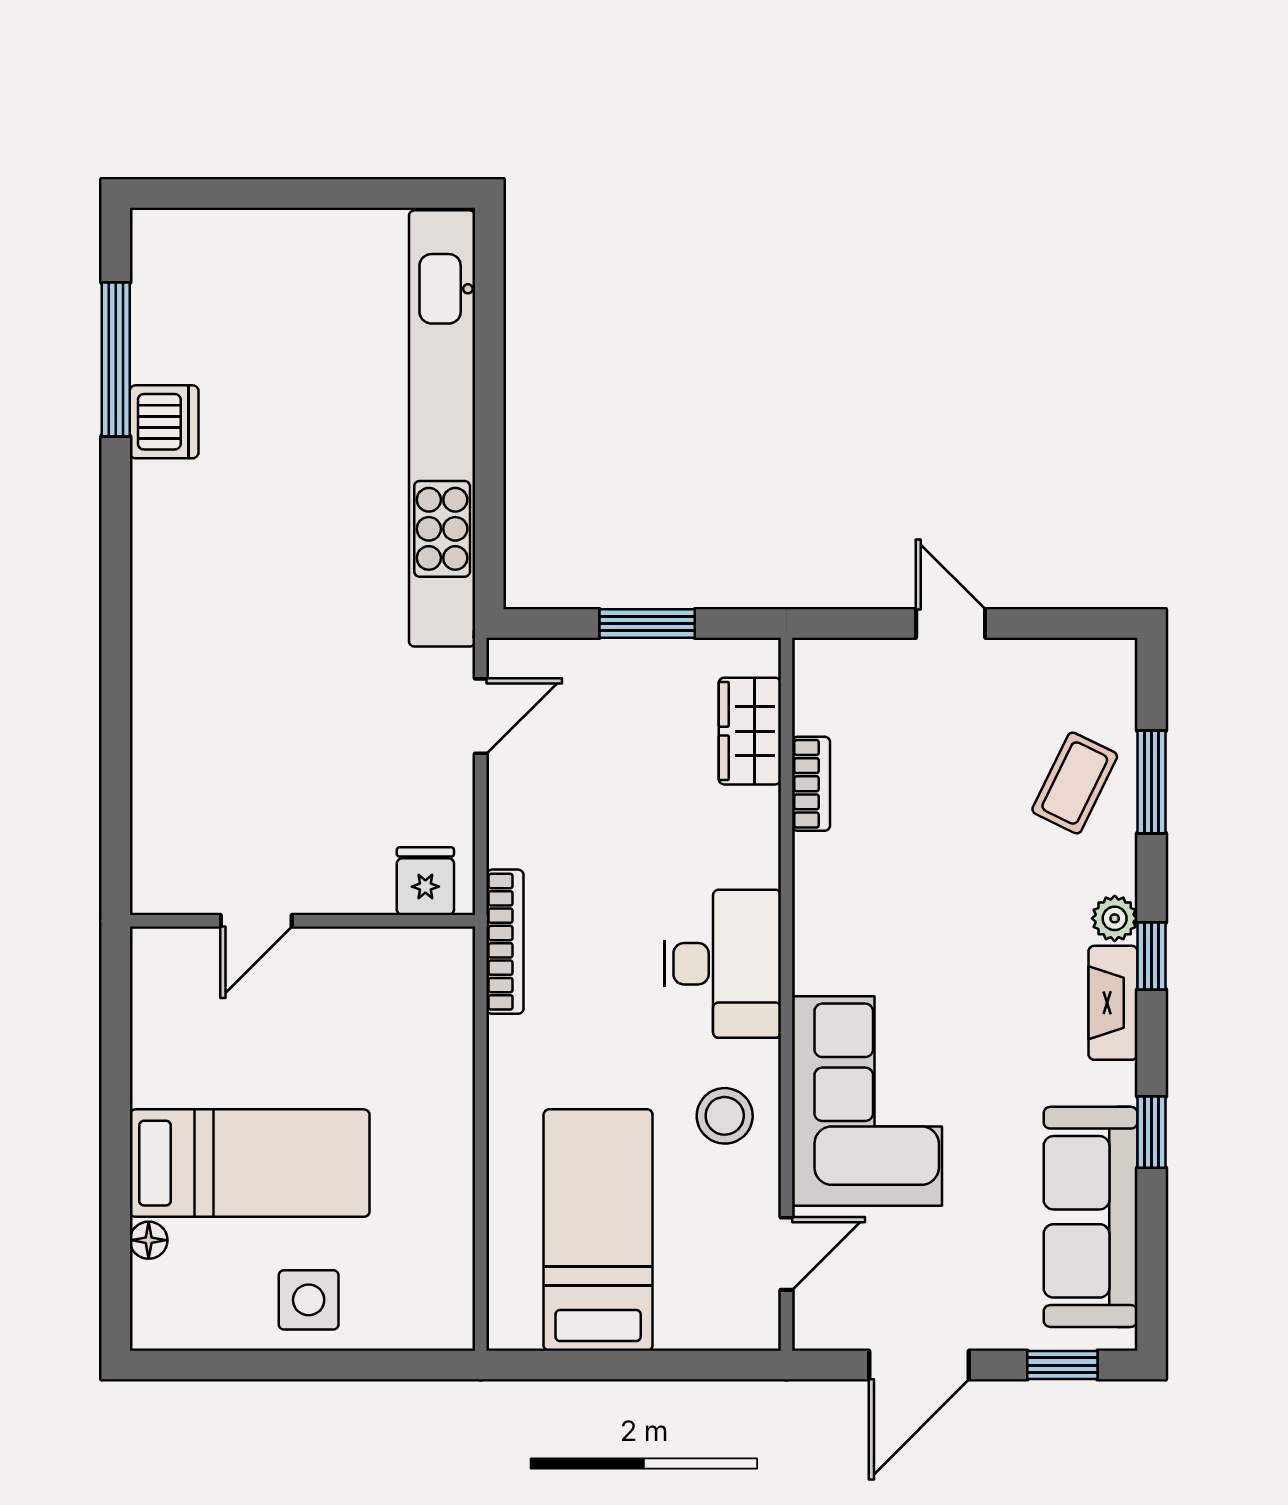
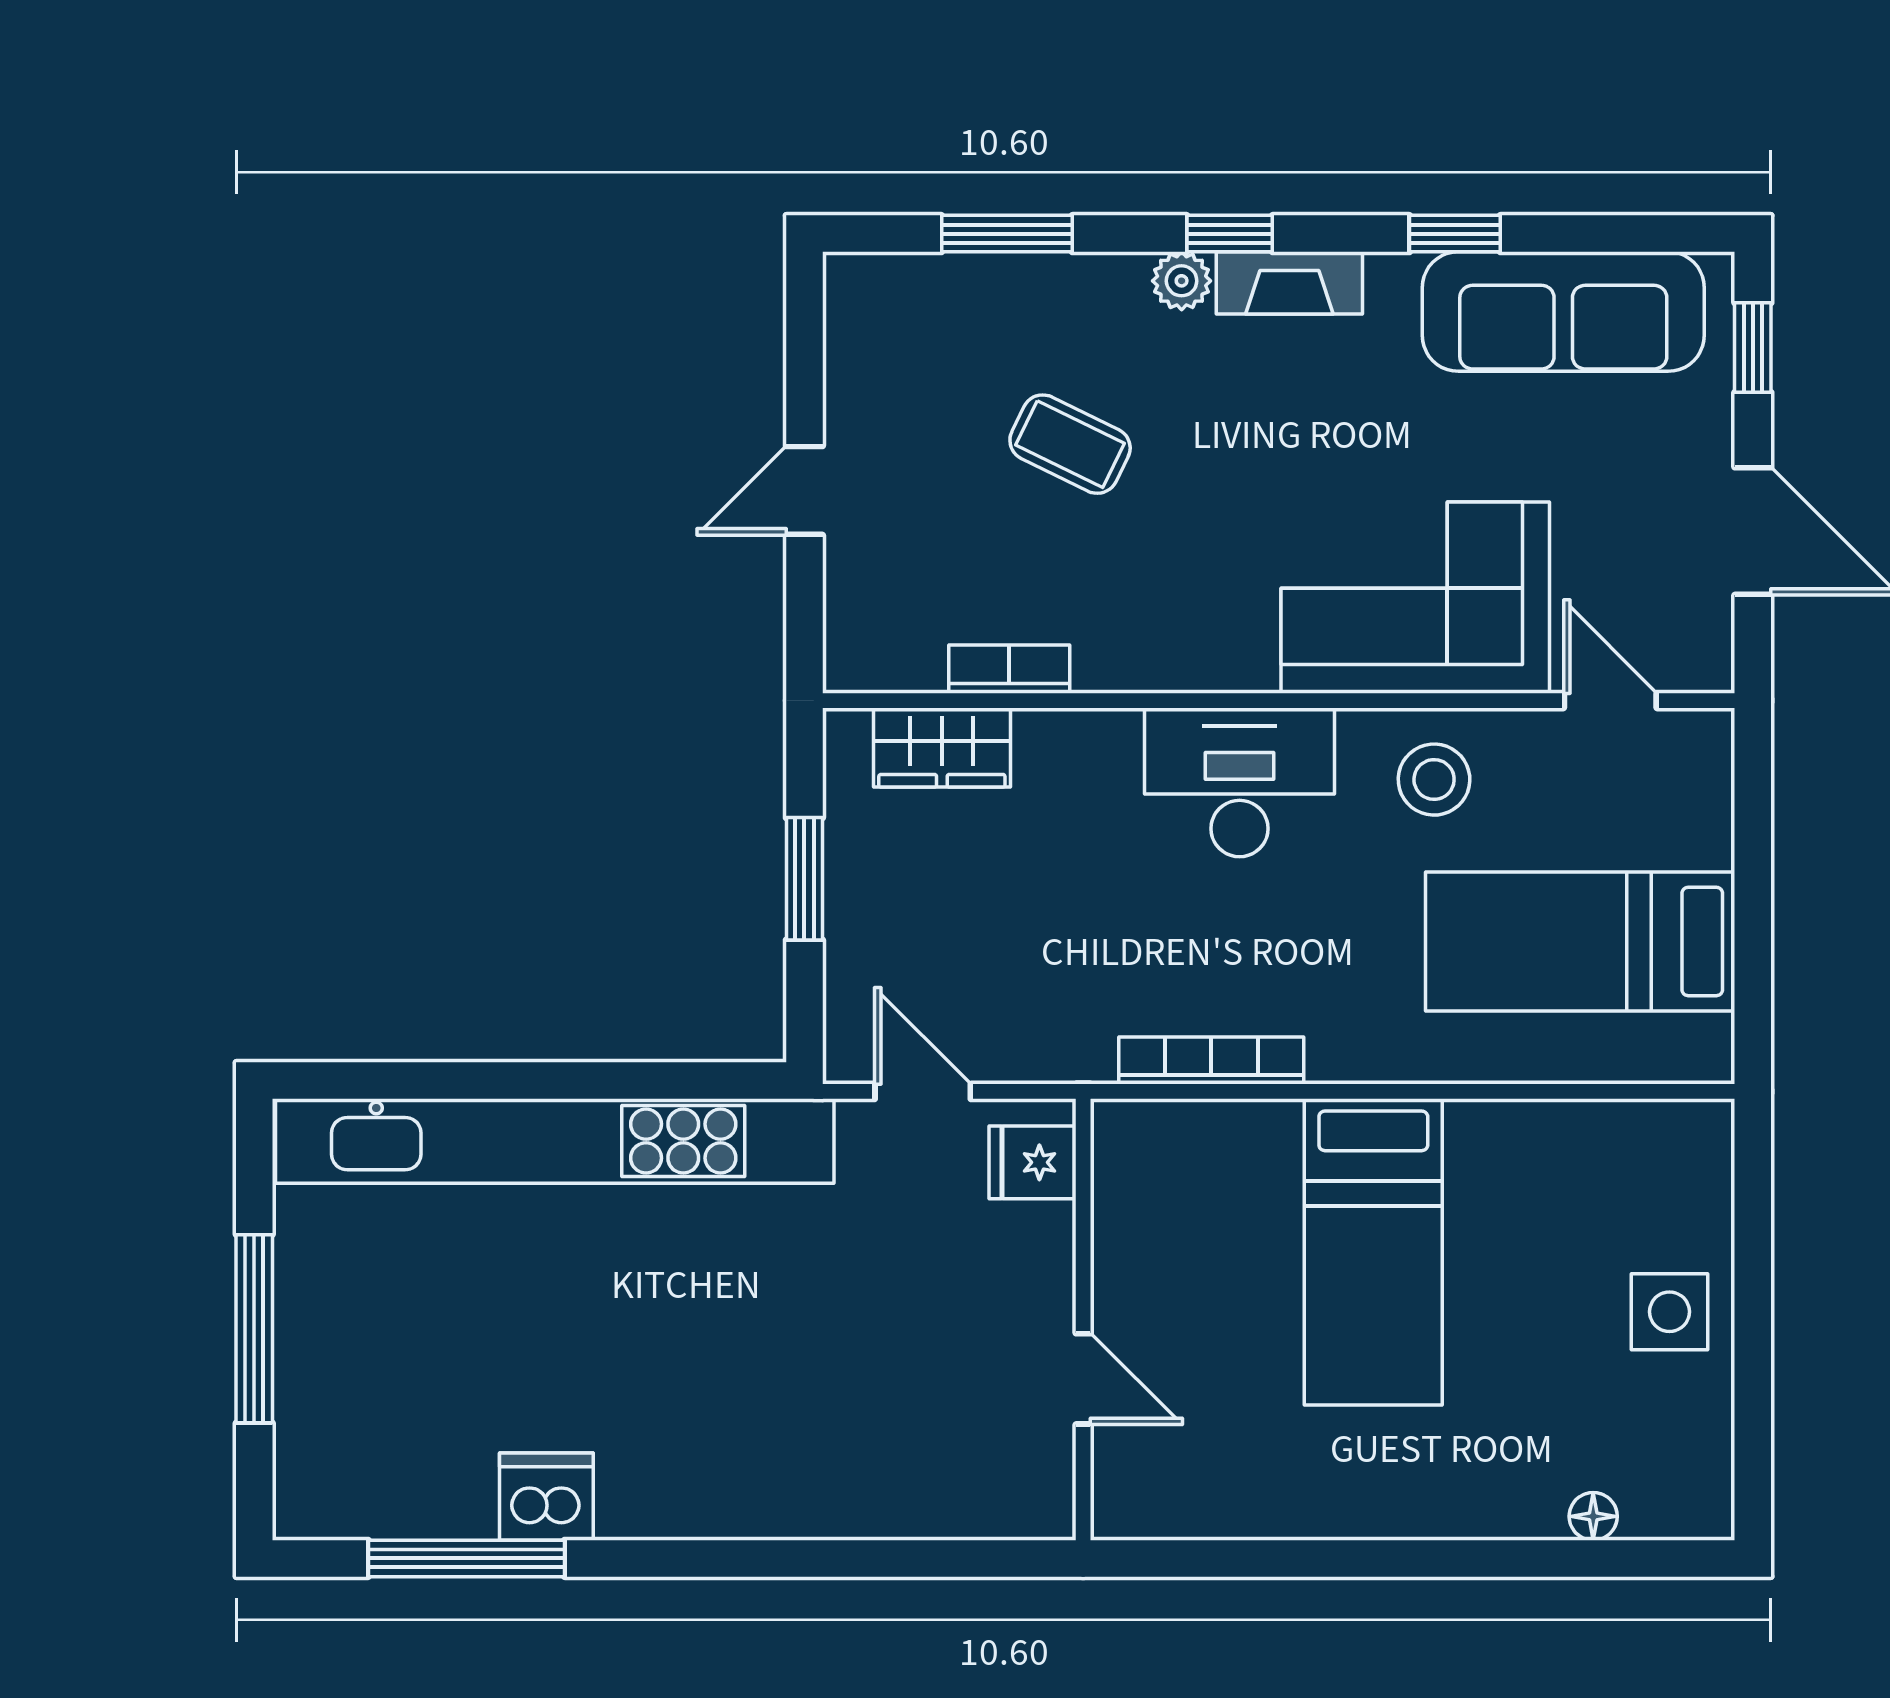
window: (295, 193) -> (254, 1329), added
coffee table: (1075, 783) -> (1070, 444), moved
fridge: (425, 881) -> (1033, 1162), moved
door: (256, 921) -> (1083, 1379), moved
wall: (303, 921) -> (1083, 1319), moved
bed: (250, 1163) -> (1373, 1252), moved, turned 180

